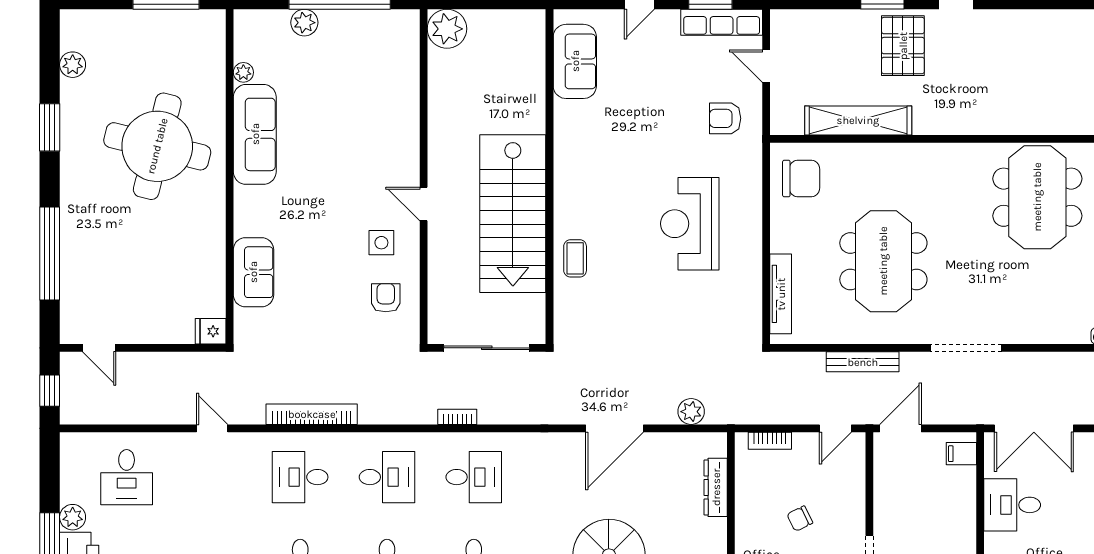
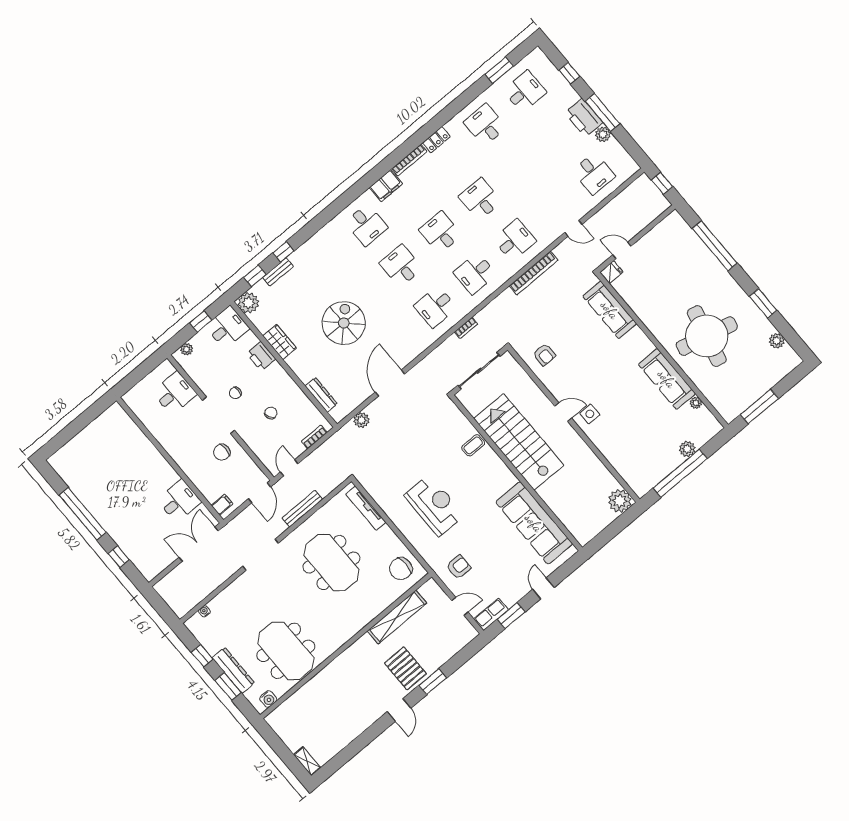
row of seats: (722, 22) -> (491, 614), width x0.68
sofa: (575, 61) -> (534, 523), width x1.85, depth x1.27
side table: (381, 243) -> (590, 414), moved
coffee table: (575, 258) -> (473, 445), turned 90
sofa: (253, 272) -> (610, 310), width x1.36
door: (99, 348) -> (622, 250), moved
desk: (127, 477) -> (594, 173), turned 180
chair: (905, 521) -> (222, 452), added

